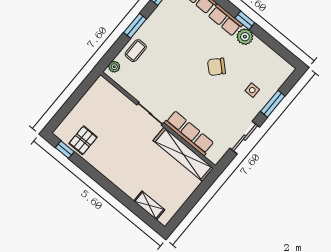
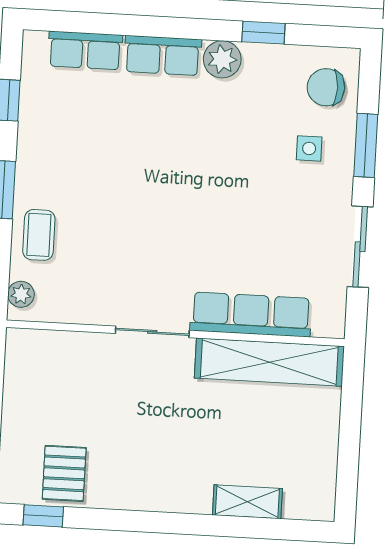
window: (245, 20) -> (263, 33), moved
chair: (217, 67) -> (326, 87), moved, turned 47
shelving: (149, 205) -> (247, 502), moved

